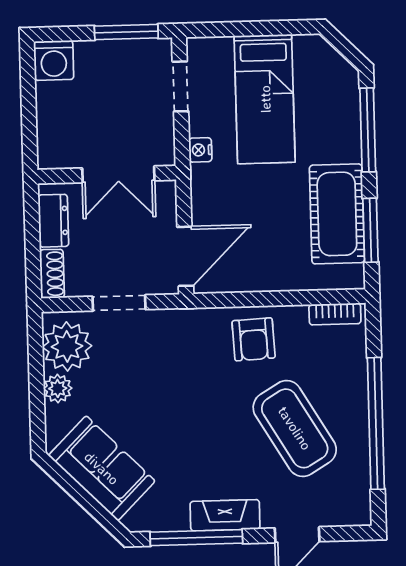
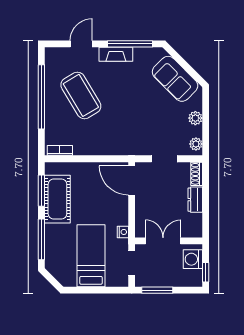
washing machine: (54, 60) -> (193, 259), moved, turned -90
window: (28, 72) -> (206, 272), added
double door: (118, 174) -> (163, 241), moved
wall: (107, 175) -> (169, 241), moved
door: (185, 256) -> (132, 181), hinge flipped
armchair: (254, 339) -> (100, 139), removed
plant: (67, 346) -> (196, 144), width x0.53, depth x0.53

